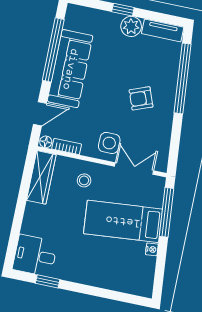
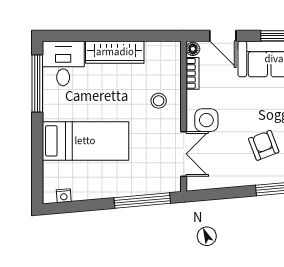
wardrobe: (41, 177) -> (115, 52), moved
bed: (123, 221) -> (85, 141), moved, turned 95
nightstand: (152, 249) -> (64, 196), moved
window: (48, 281) -> (37, 84), width x2.17

